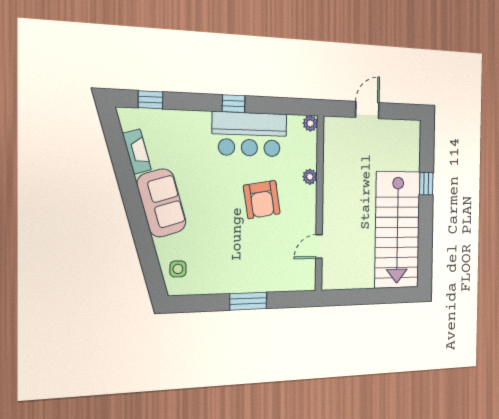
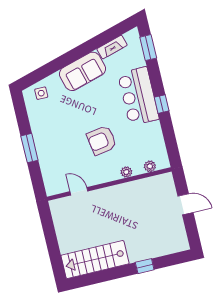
window: (150, 100) -> (148, 48), width x1.50
plant: (310, 123) -> (150, 166), moved
bar counter: (250, 134) -> (138, 96), moved
stairs: (397, 230) -> (95, 260), width x0.73, depth x0.66

